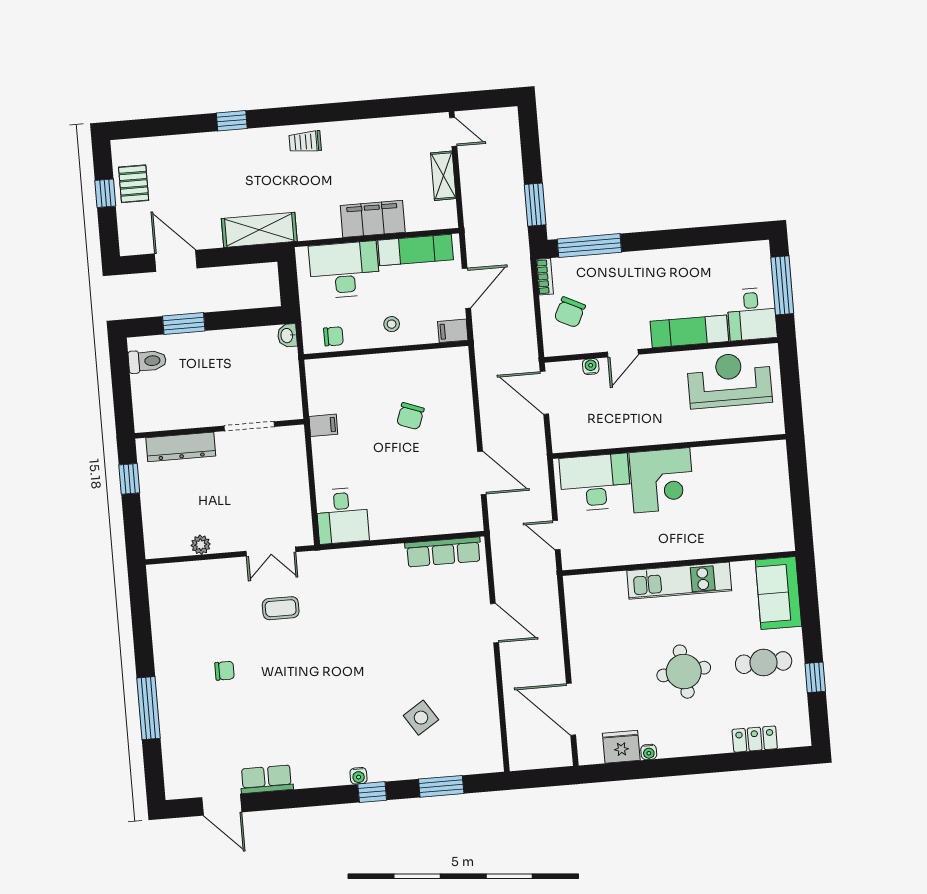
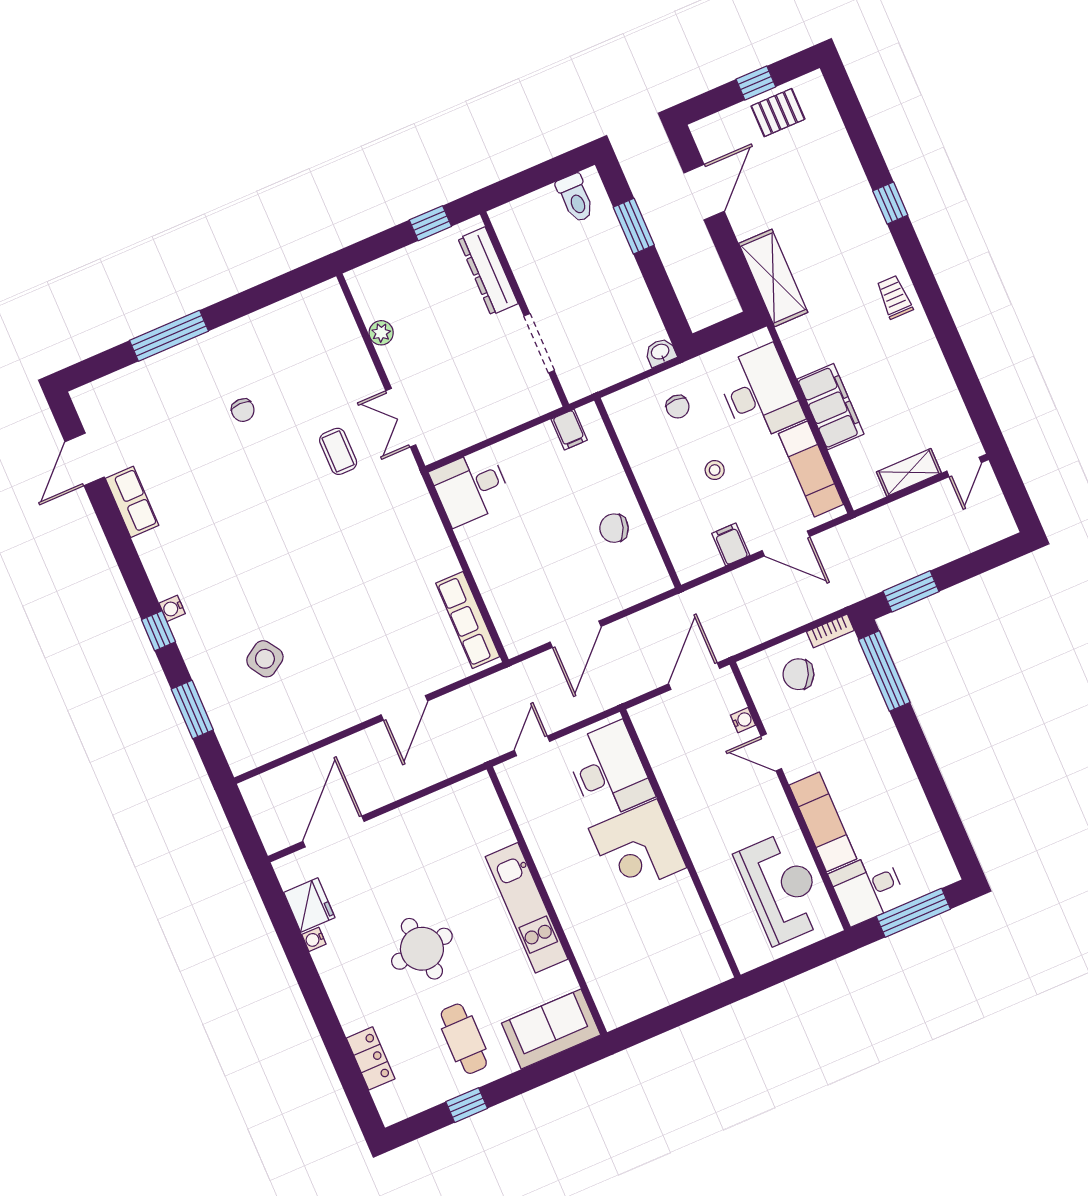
wall: (386, 350) -> (638, 493), moved

